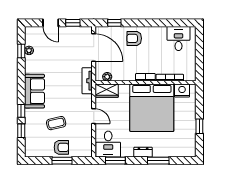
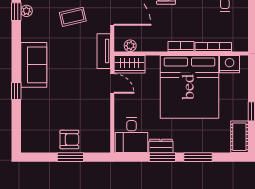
door: (94, 116) -> (112, 84), moved
coffee table: (56, 123) -> (73, 17), moved
window: (21, 131) -> (16, 117), removed
cot: (189, 145) -> (239, 137), added
dresser: (143, 152) -> (161, 146), moved
window: (115, 161) -> (162, 157), moved

